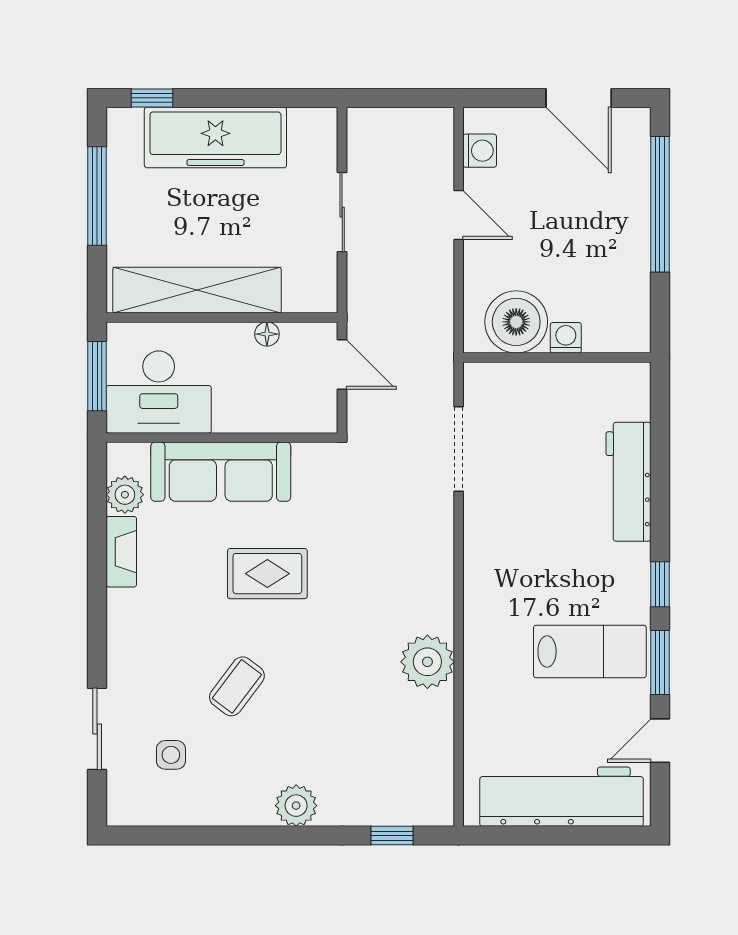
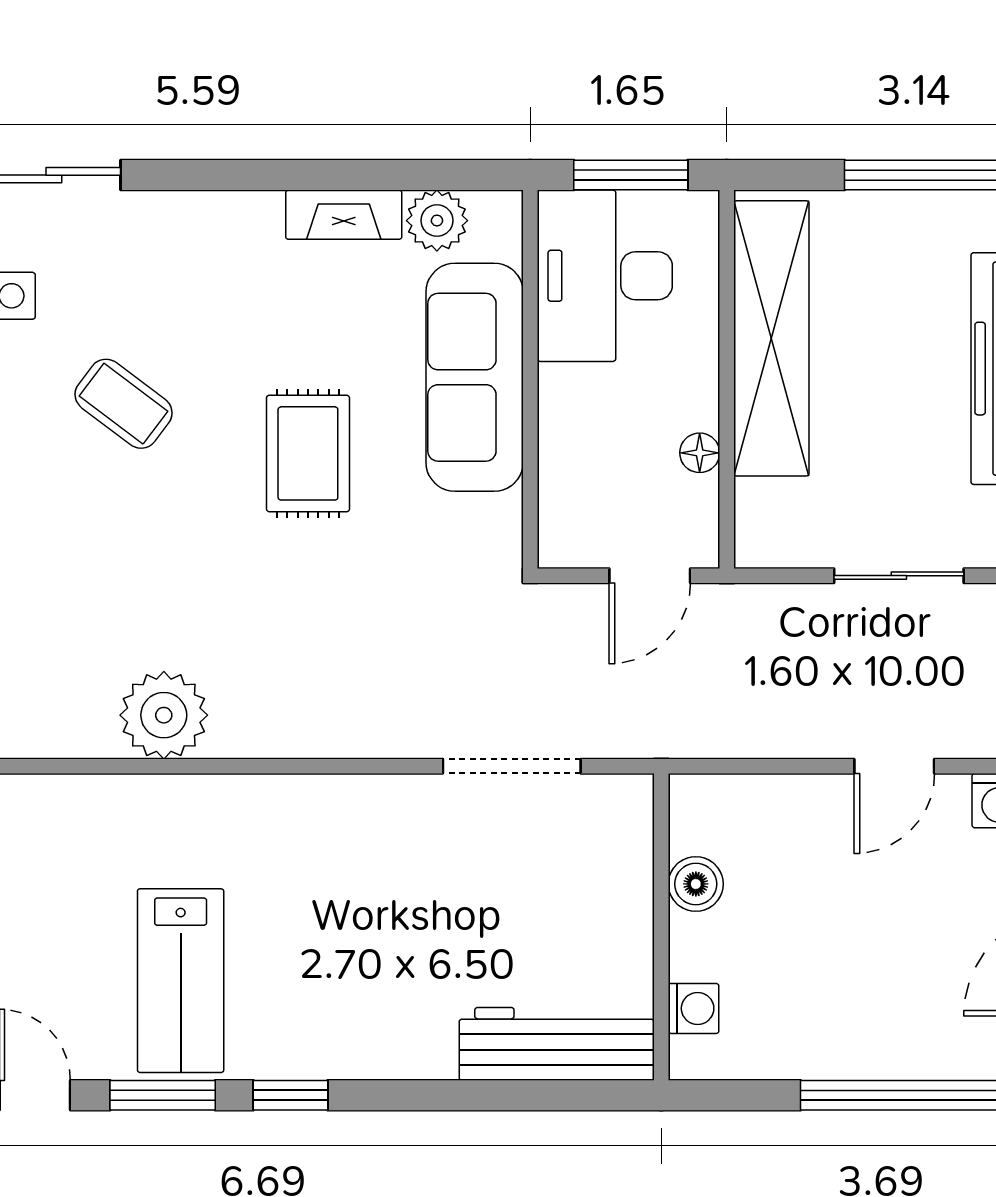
boiler: (516, 322) -> (696, 884), width x0.54, depth x0.54
washing machine: (566, 338) -> (694, 1008), moved
workbench: (628, 482) -> (557, 1044), moved

